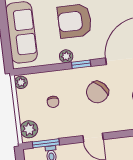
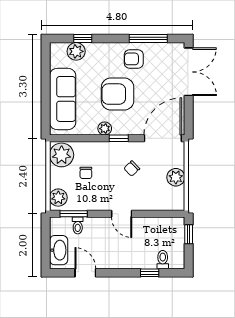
plant: (21, 82) -> (62, 155), width x1.87, depth x1.87
chair: (97, 92) -> (132, 168), width x0.54, depth x0.54

